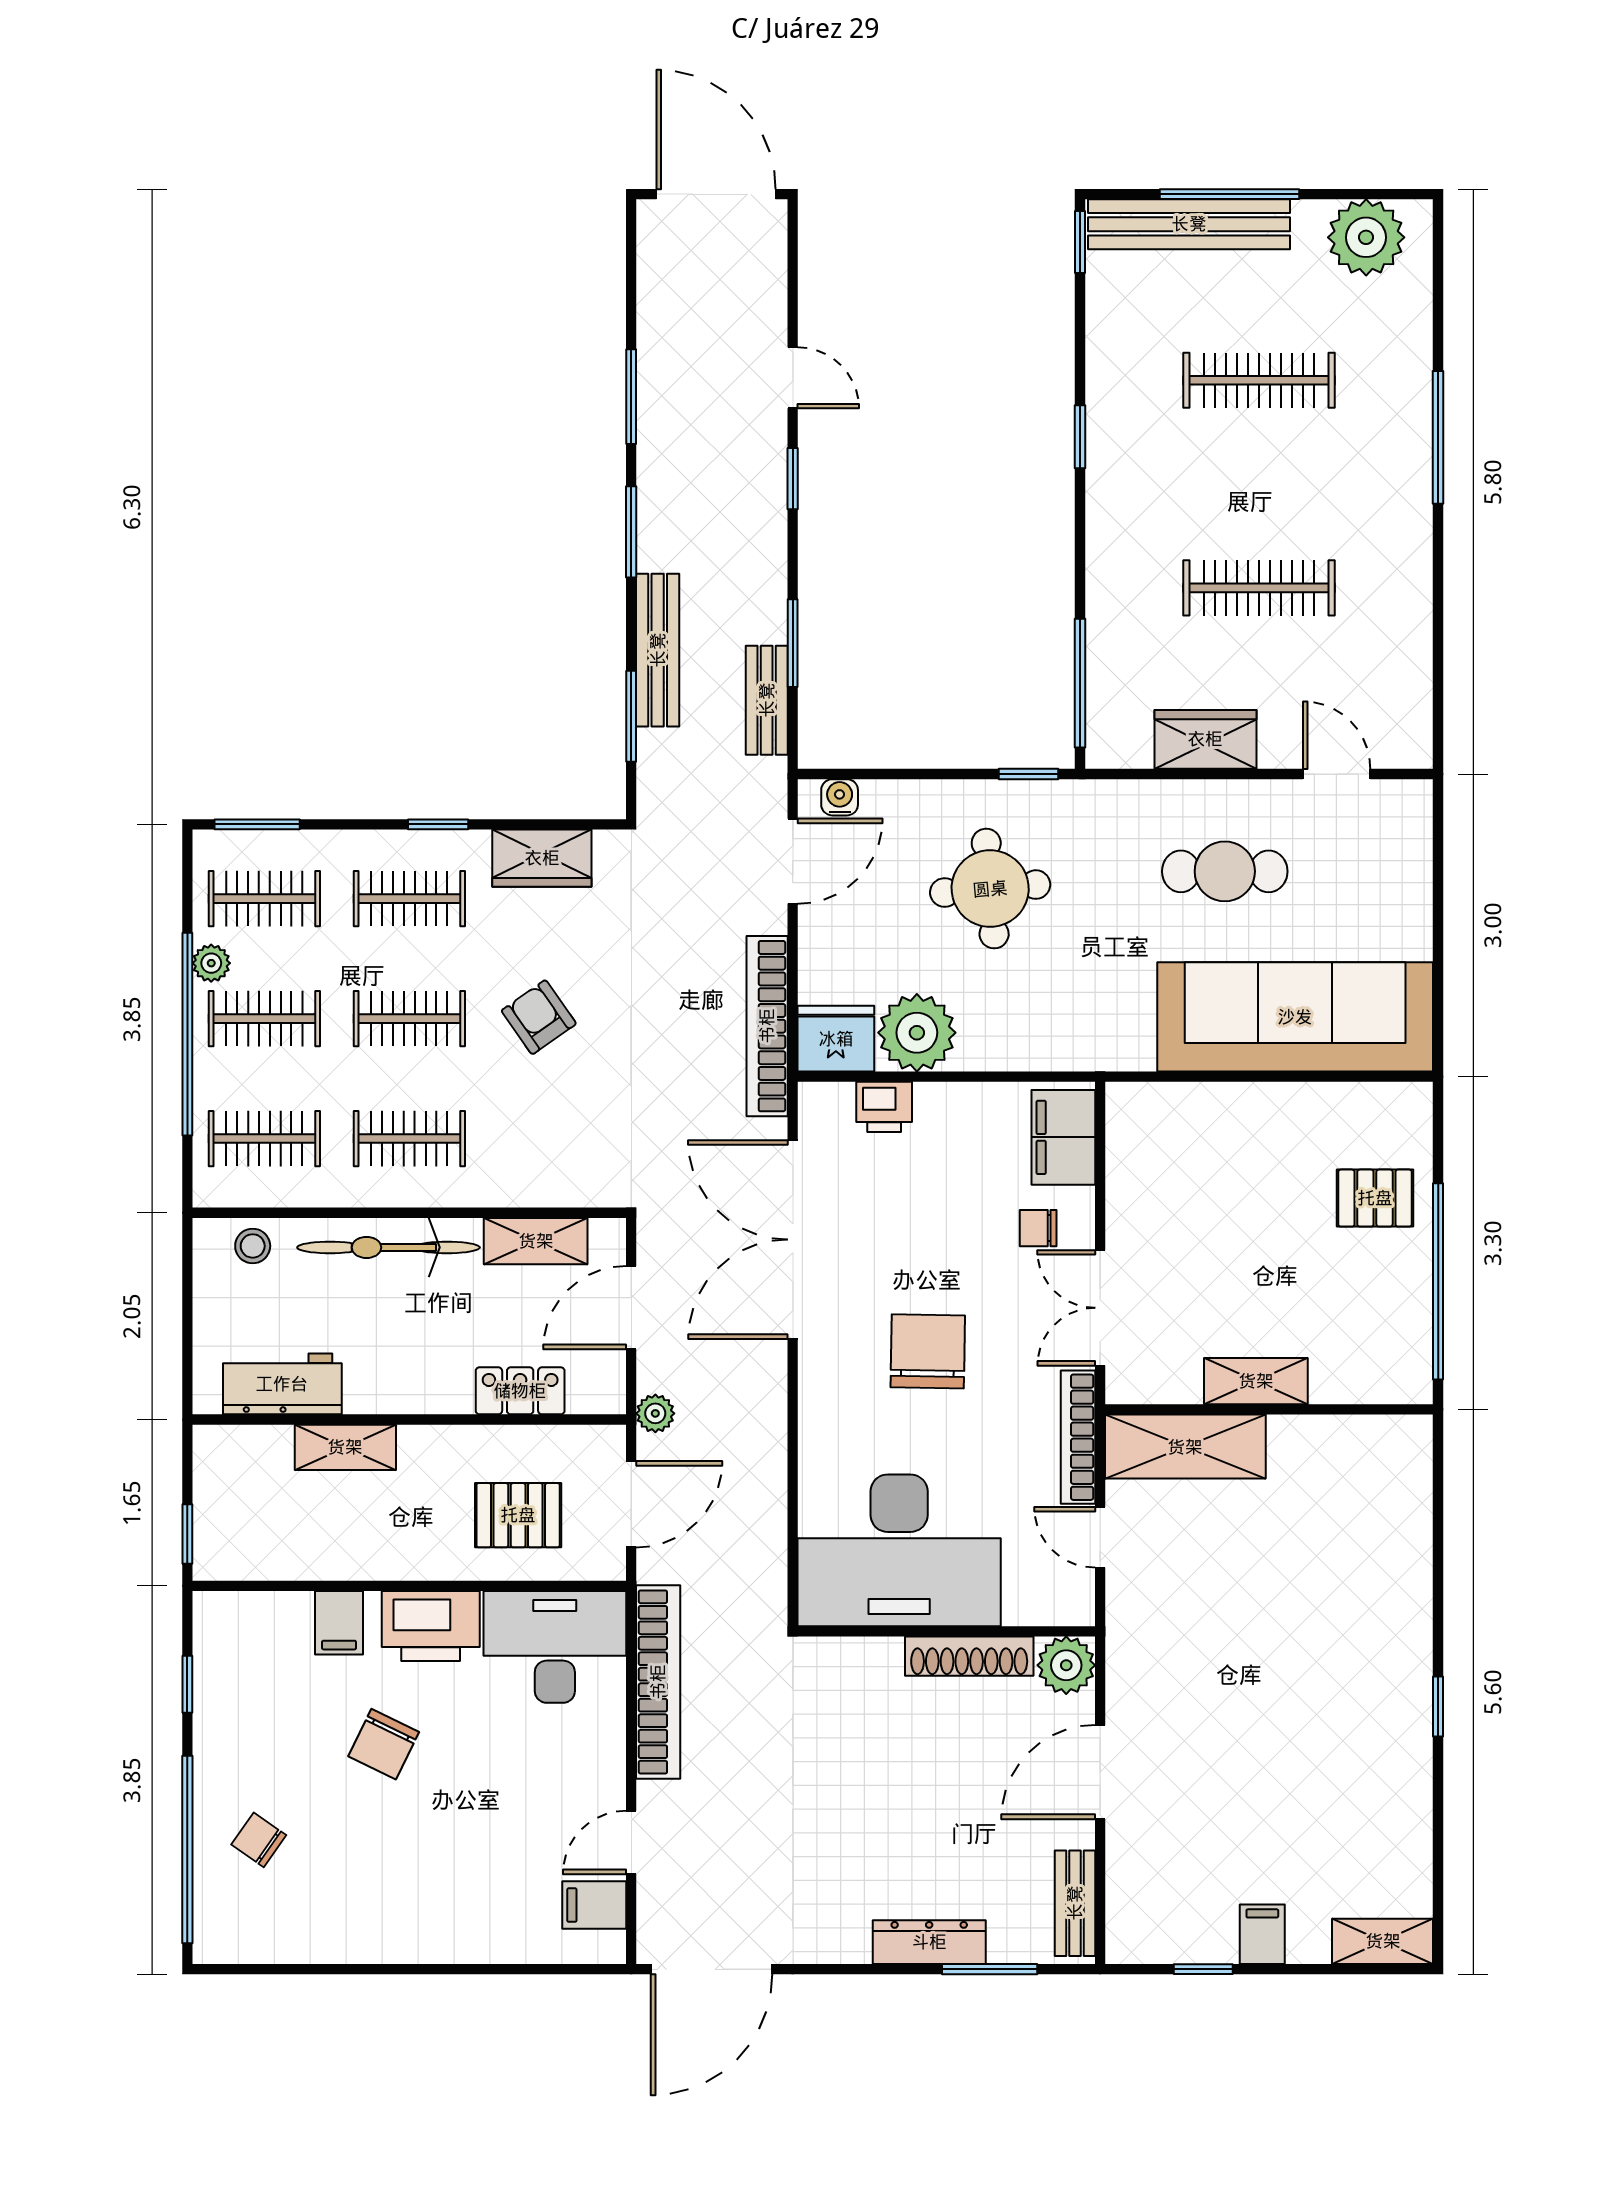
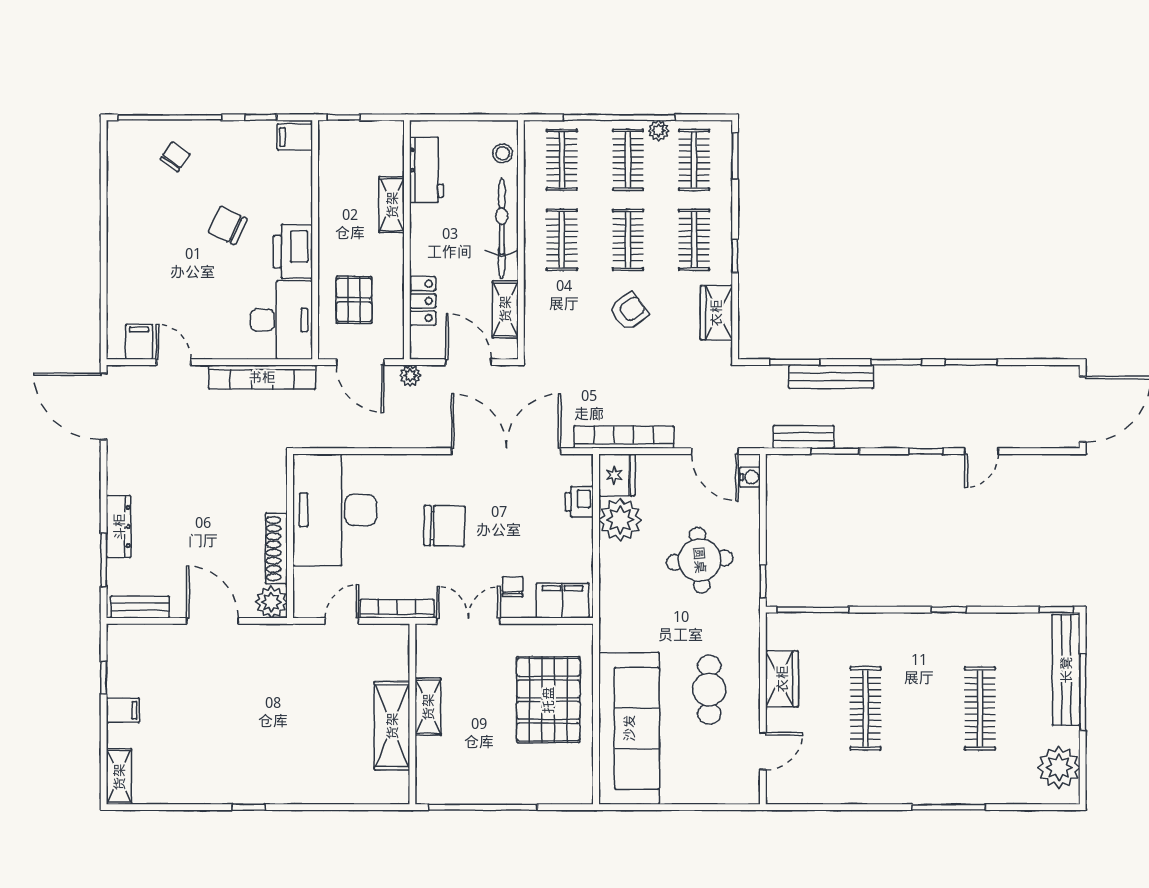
pallet: (1375, 1198) -> (548, 700), moved, width x2.05, depth x2.00
shelving: (1185, 1447) -> (392, 726), moved
filing cabinet: (339, 1623) -> (295, 137), moved

